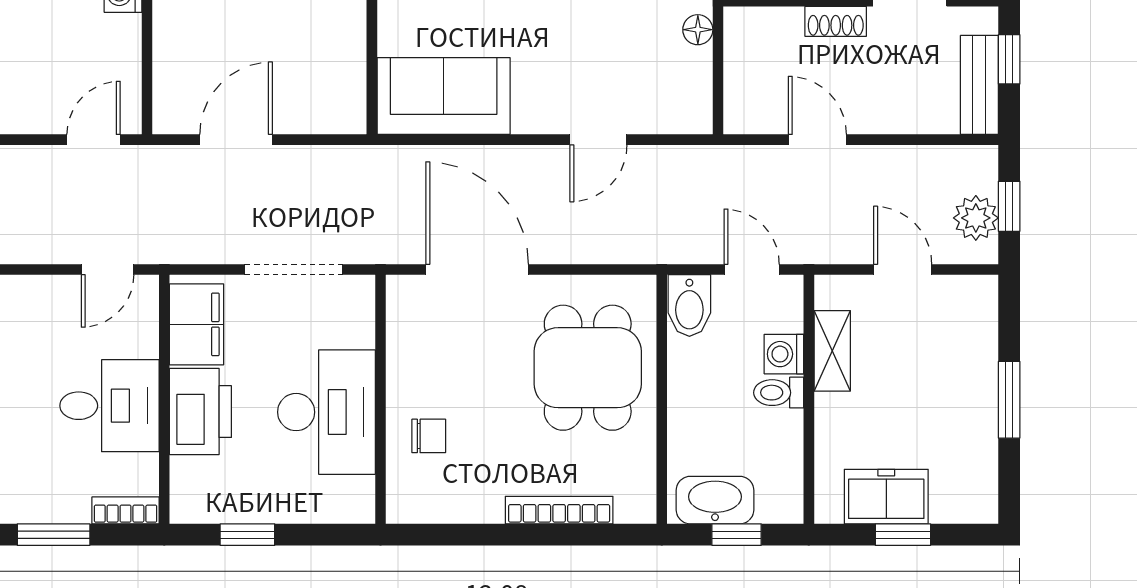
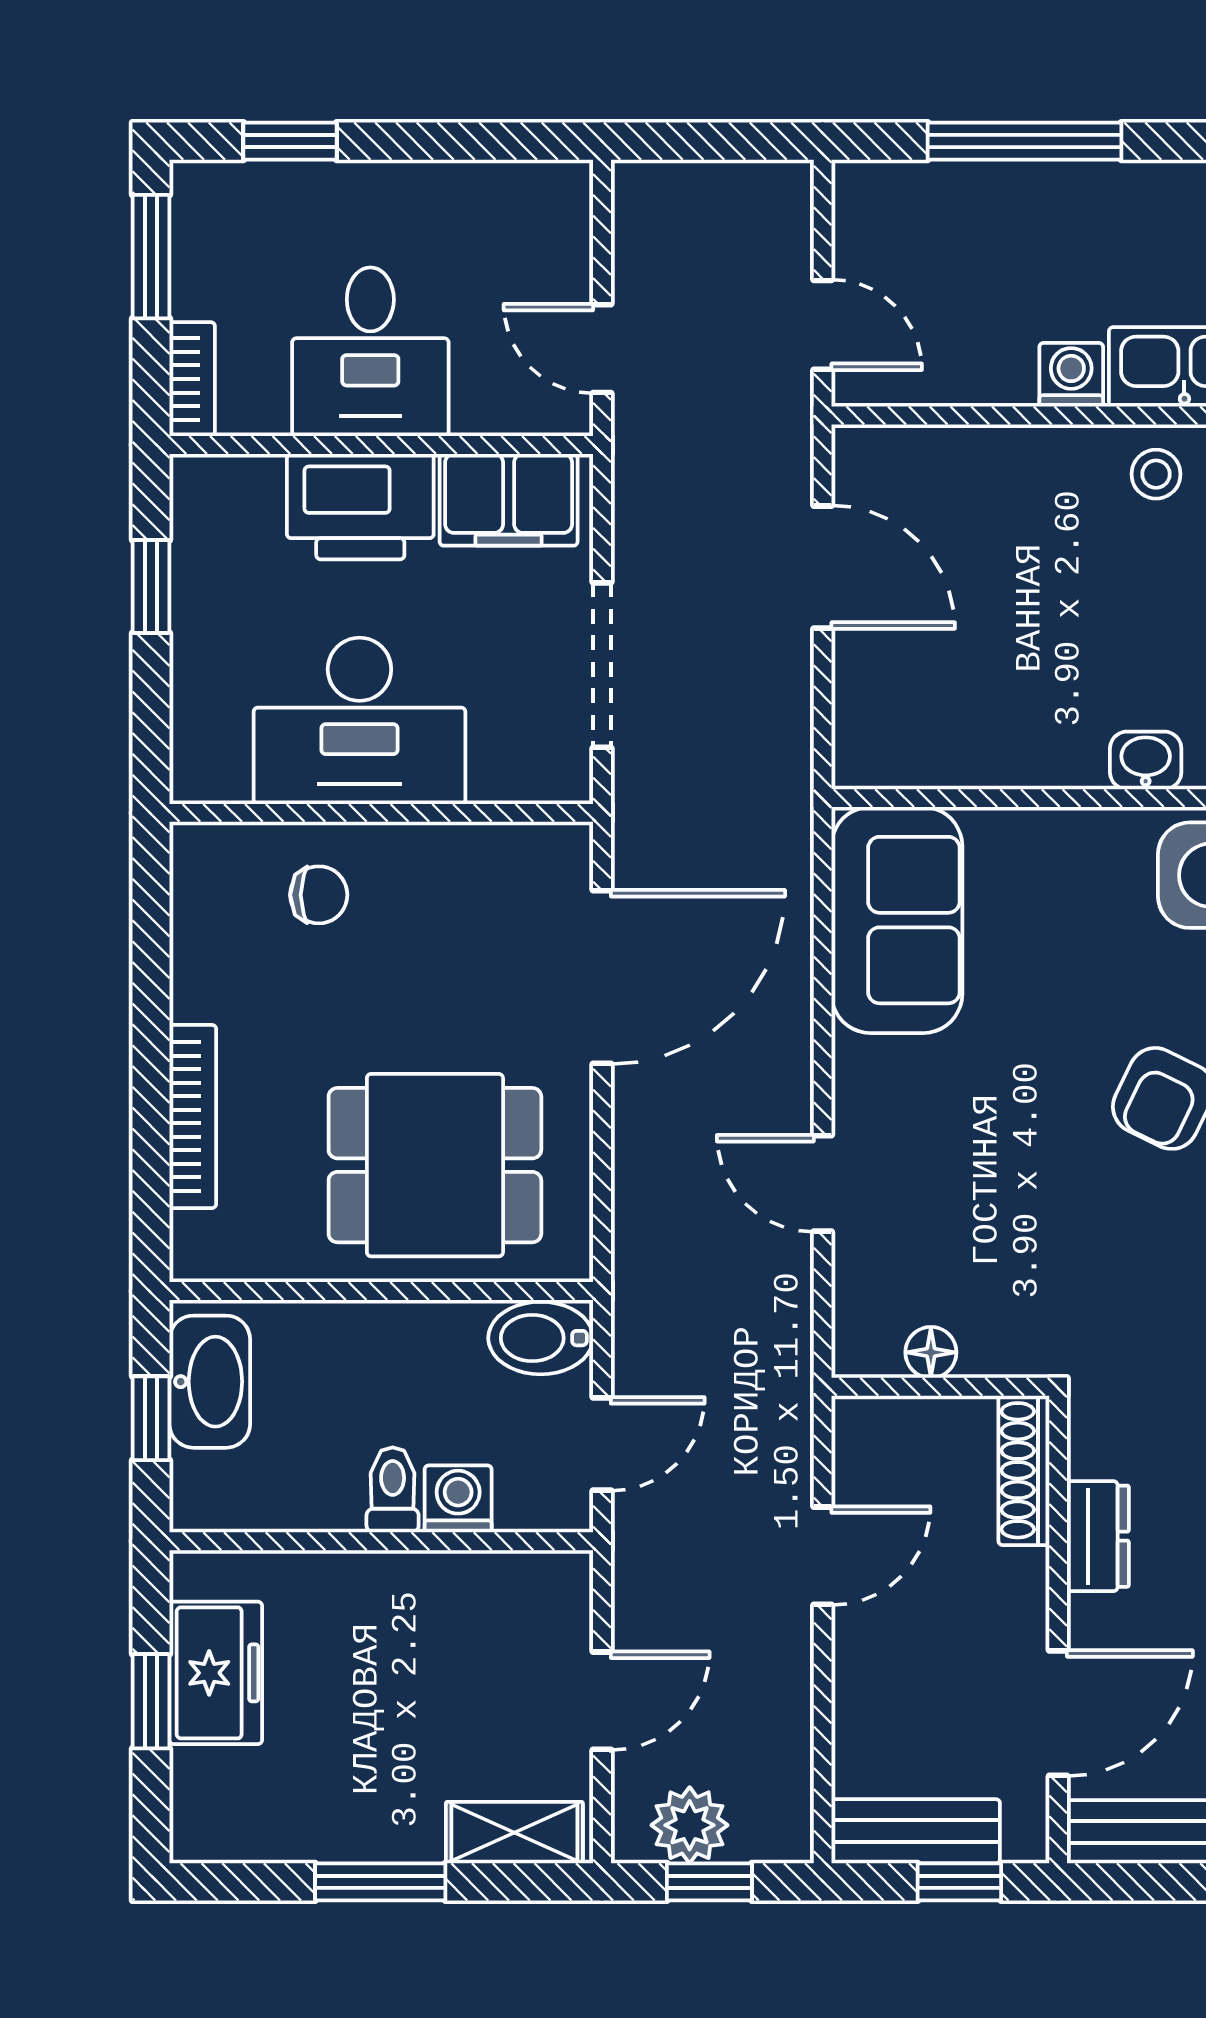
shoe rack: (836, 21) -> (1024, 1470), moved, width x1.43
floor lamp: (698, 30) -> (931, 1352), moved
shelving: (832, 351) -> (514, 1833), moved
chair: (429, 436) -> (319, 895), turned -90

